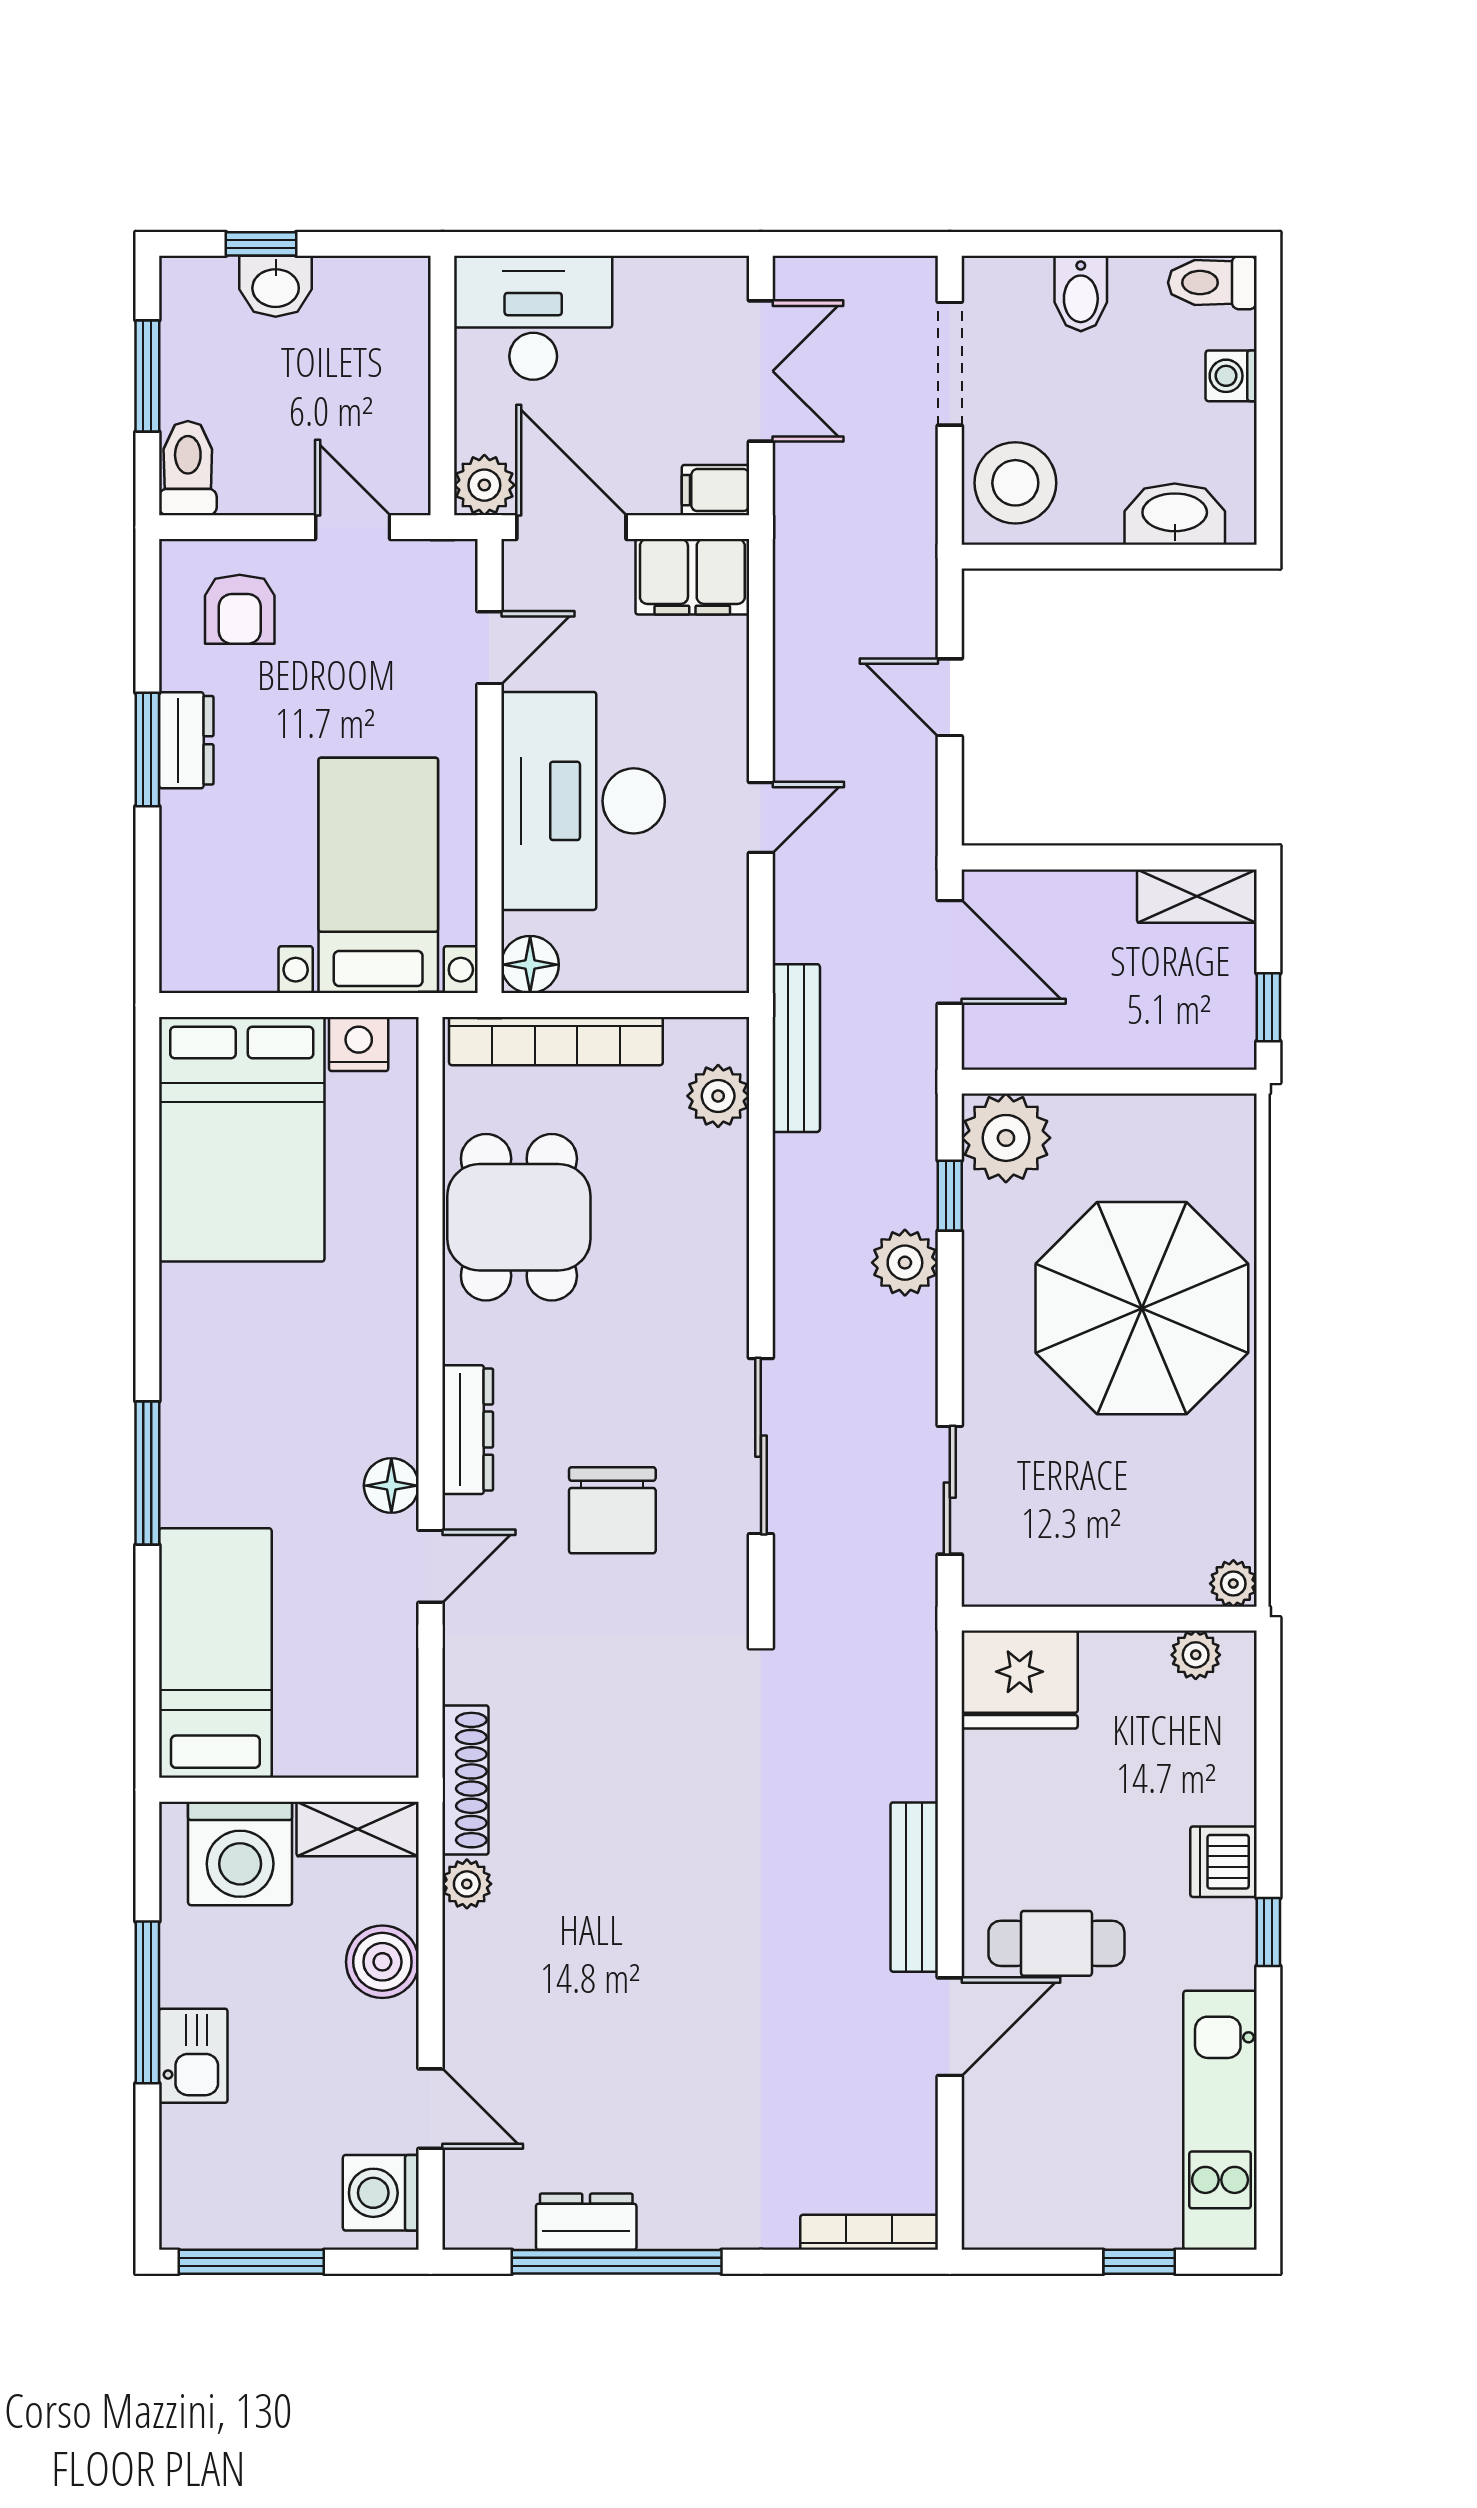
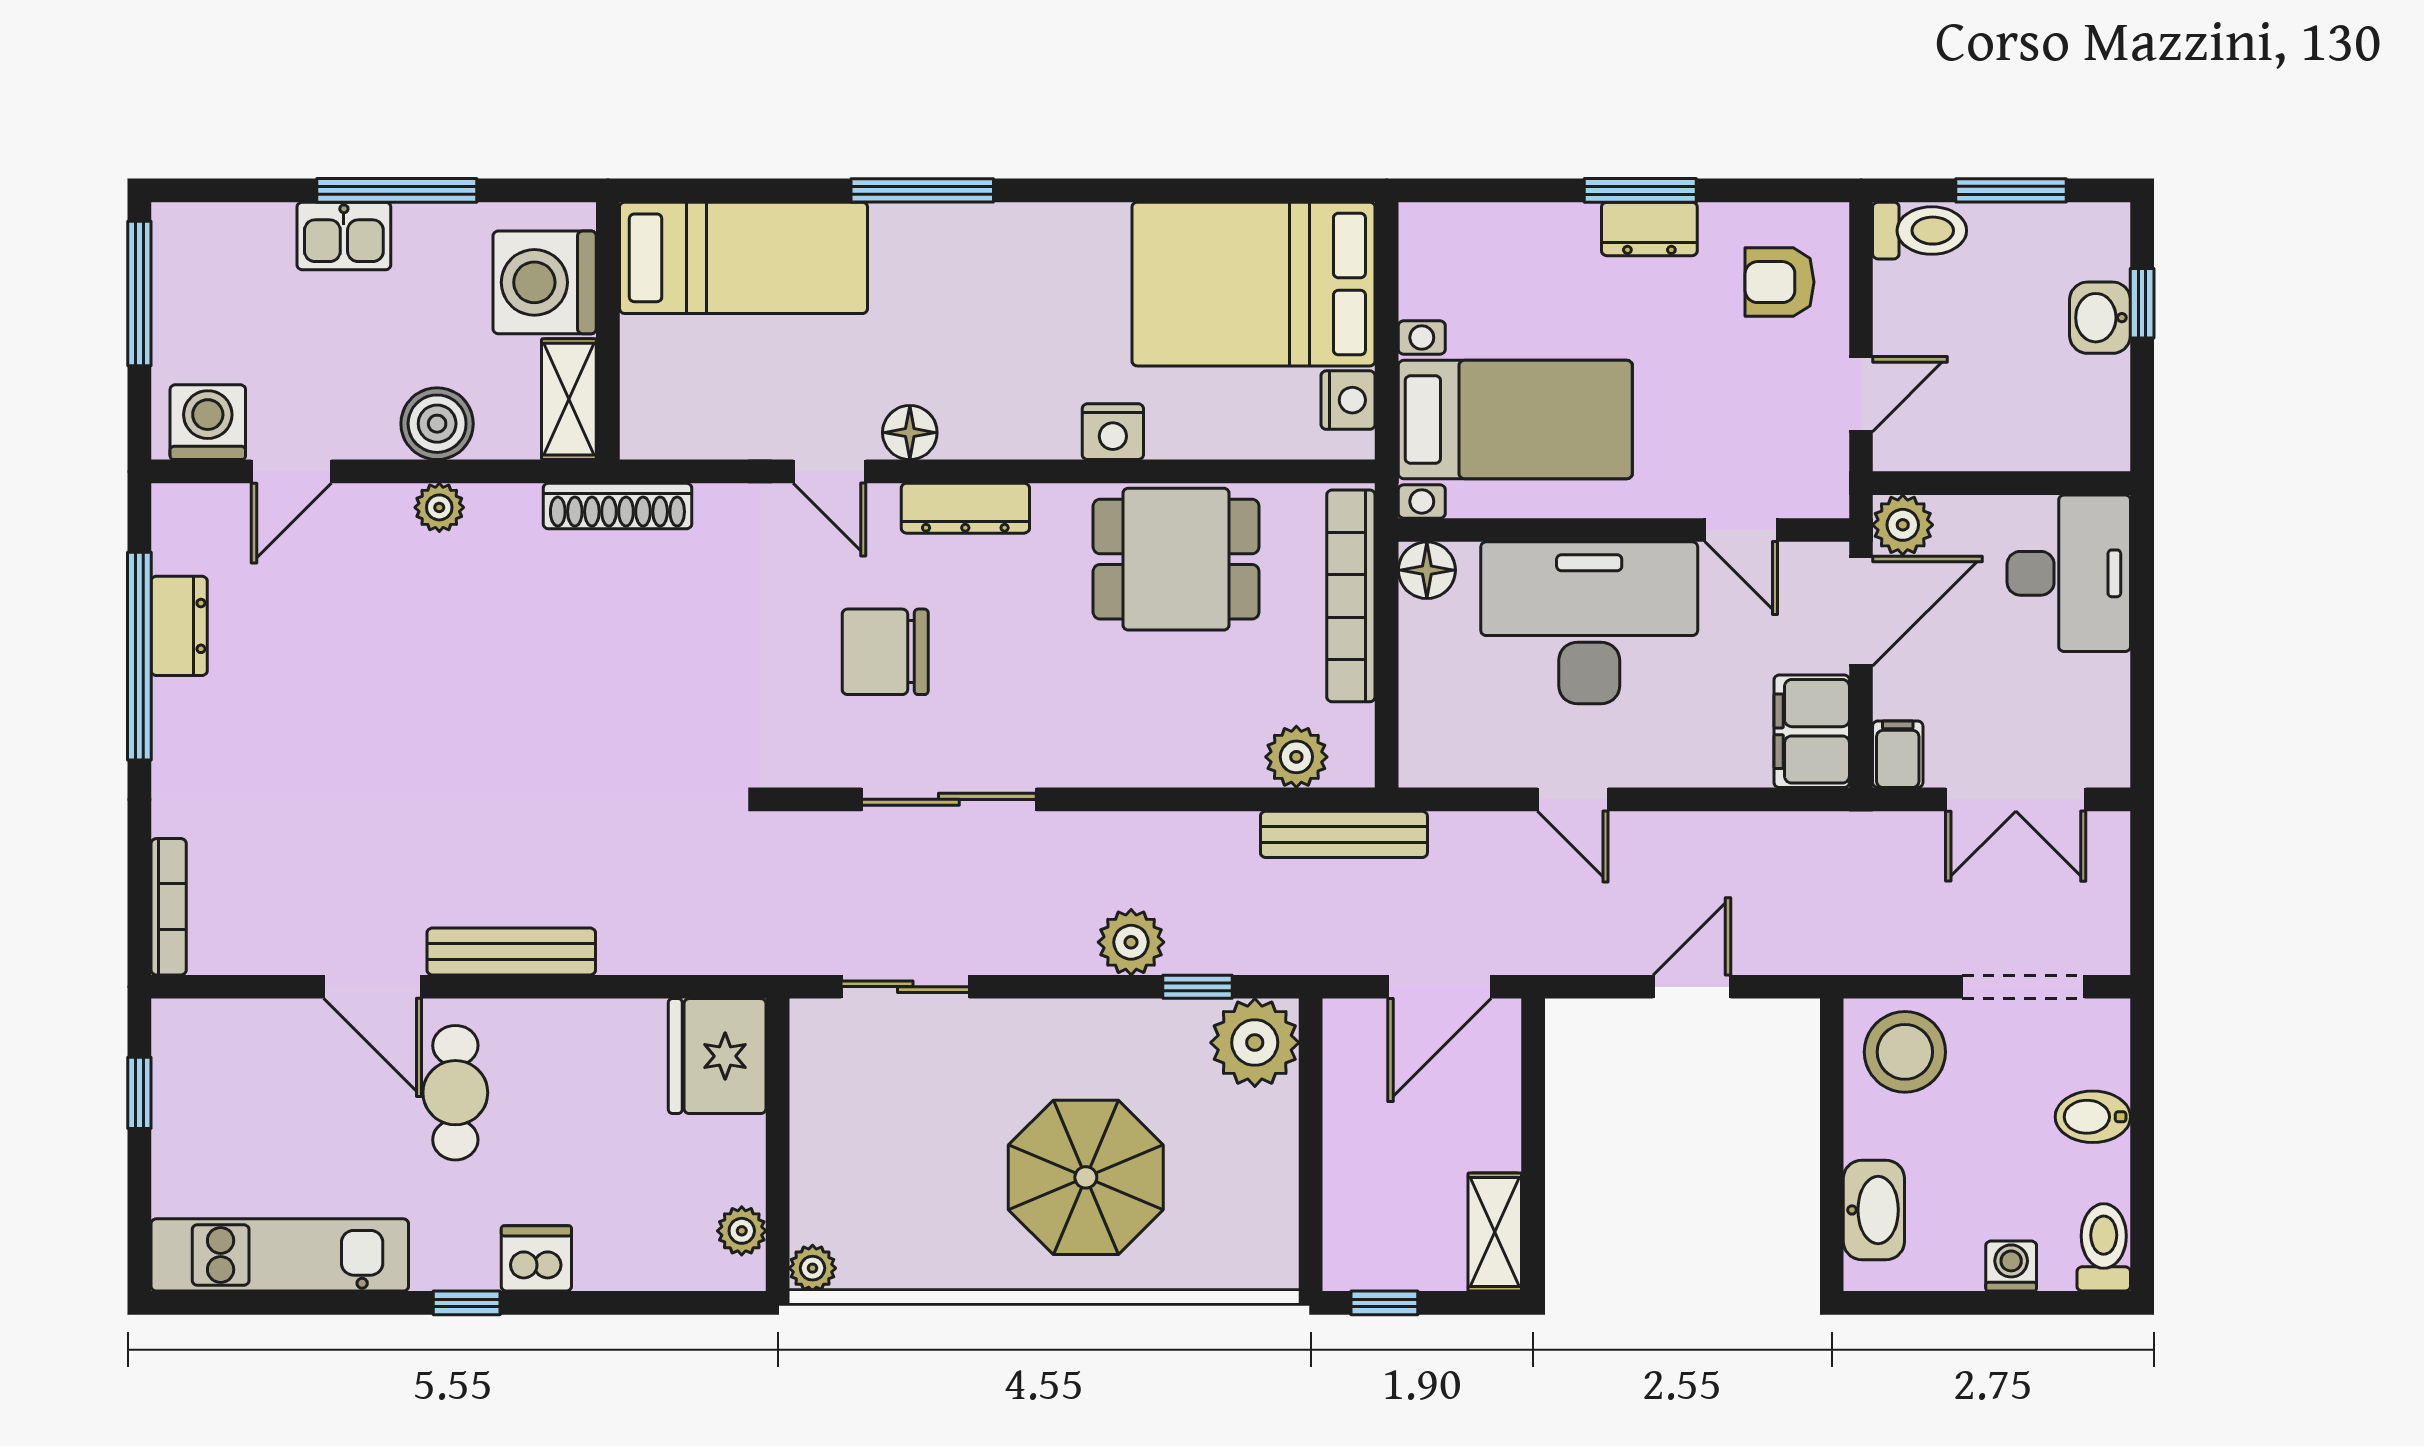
nightstand: (390, 1281) -> (1113, 432), added
parasol: (1142, 1308) -> (1086, 1177), width x0.73, depth x0.73
plant: (467, 1884) -> (439, 507), moved
window: (1139, 2262) -> (139, 1093), moved

